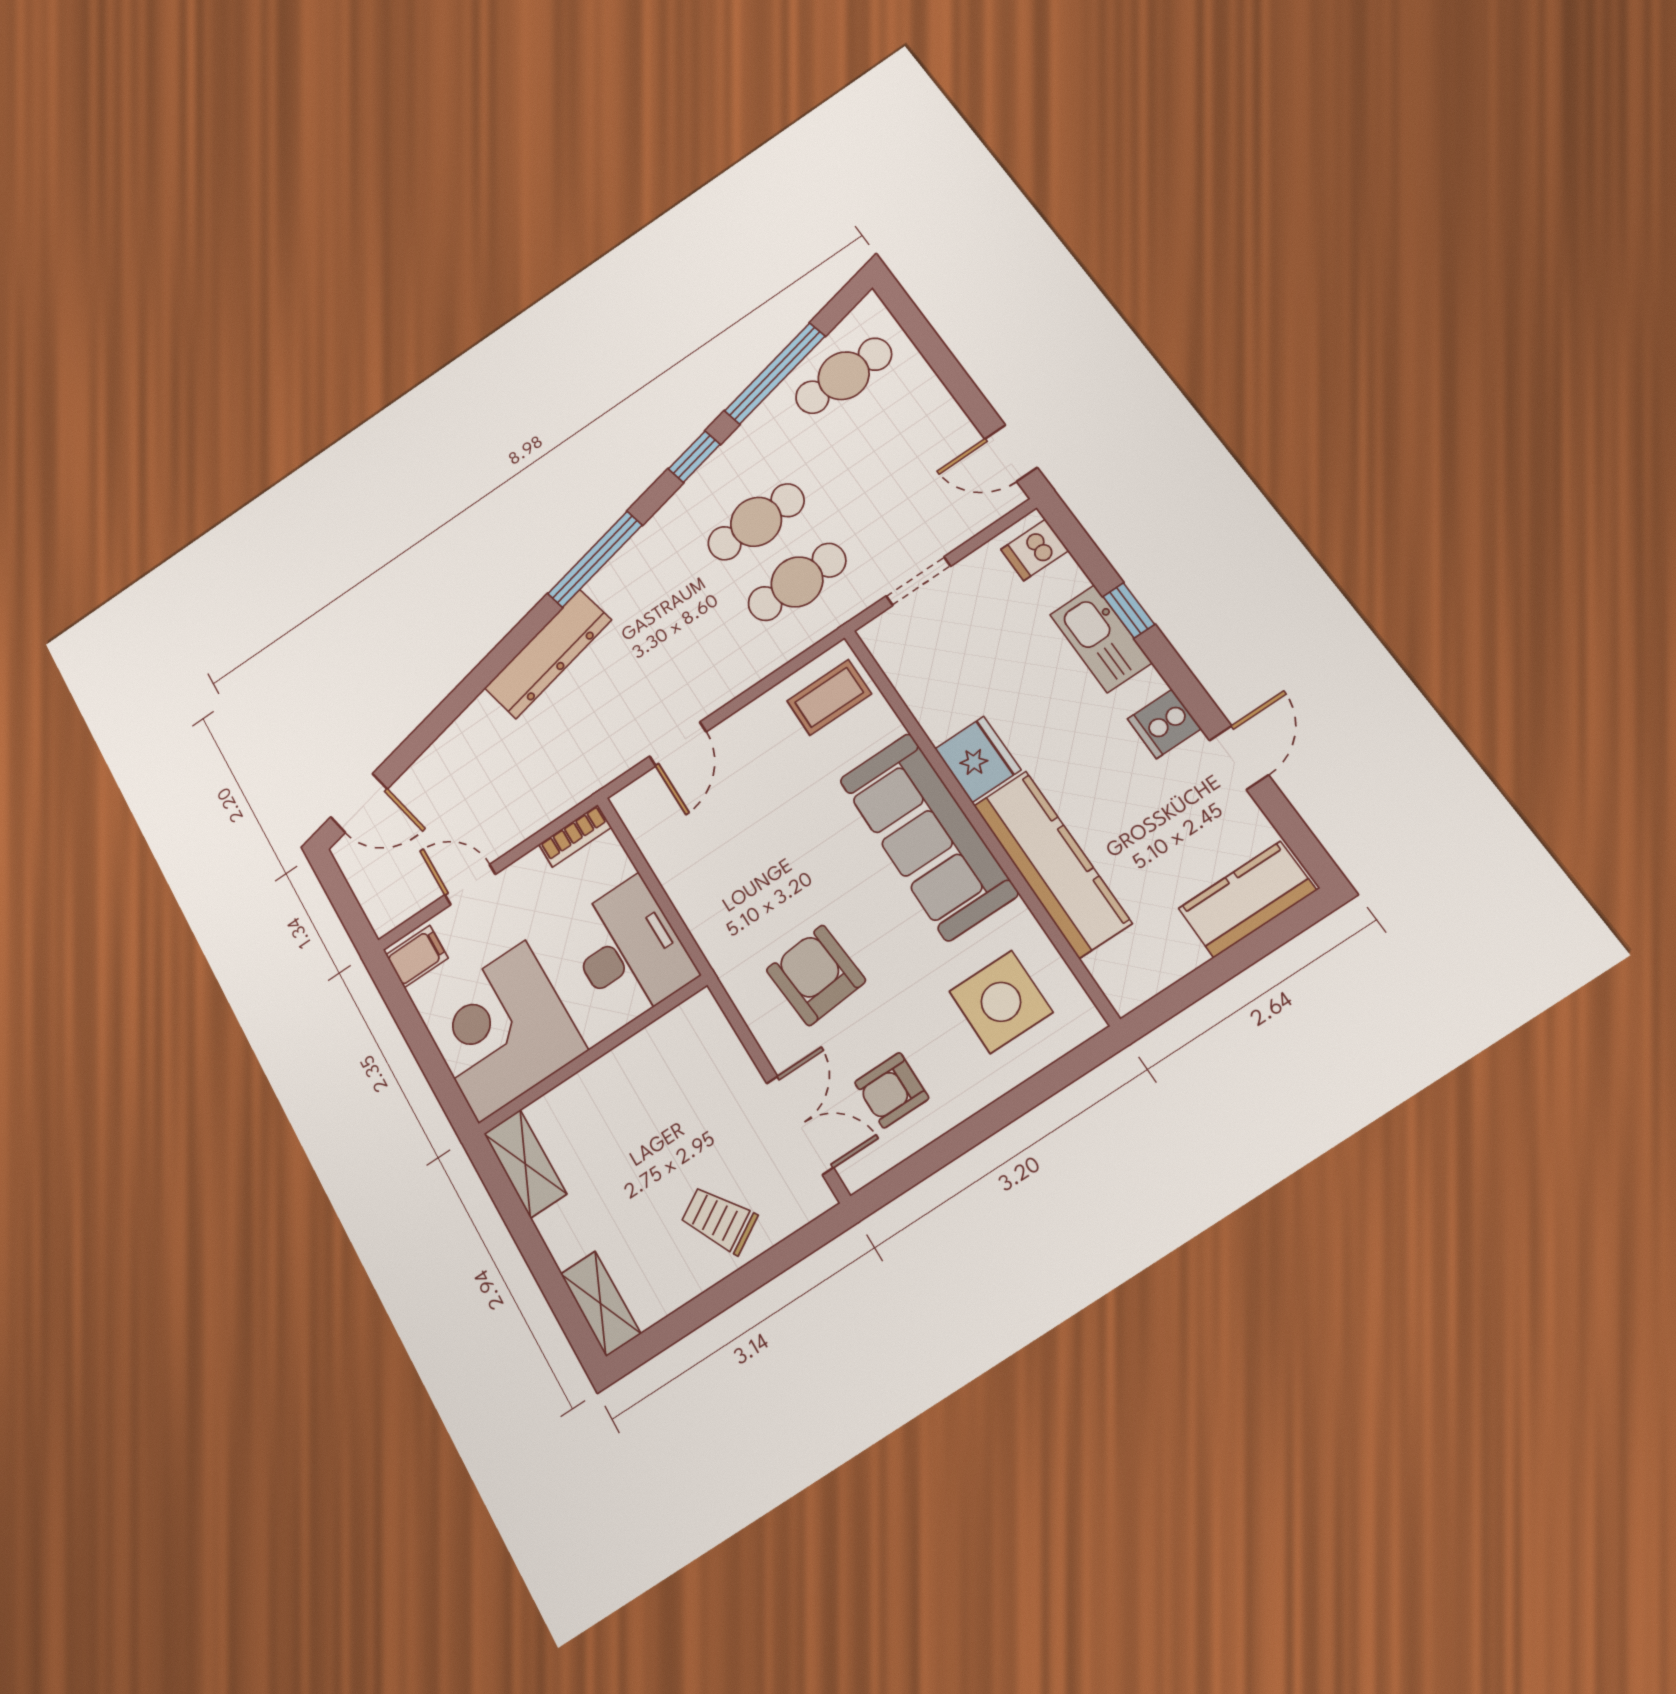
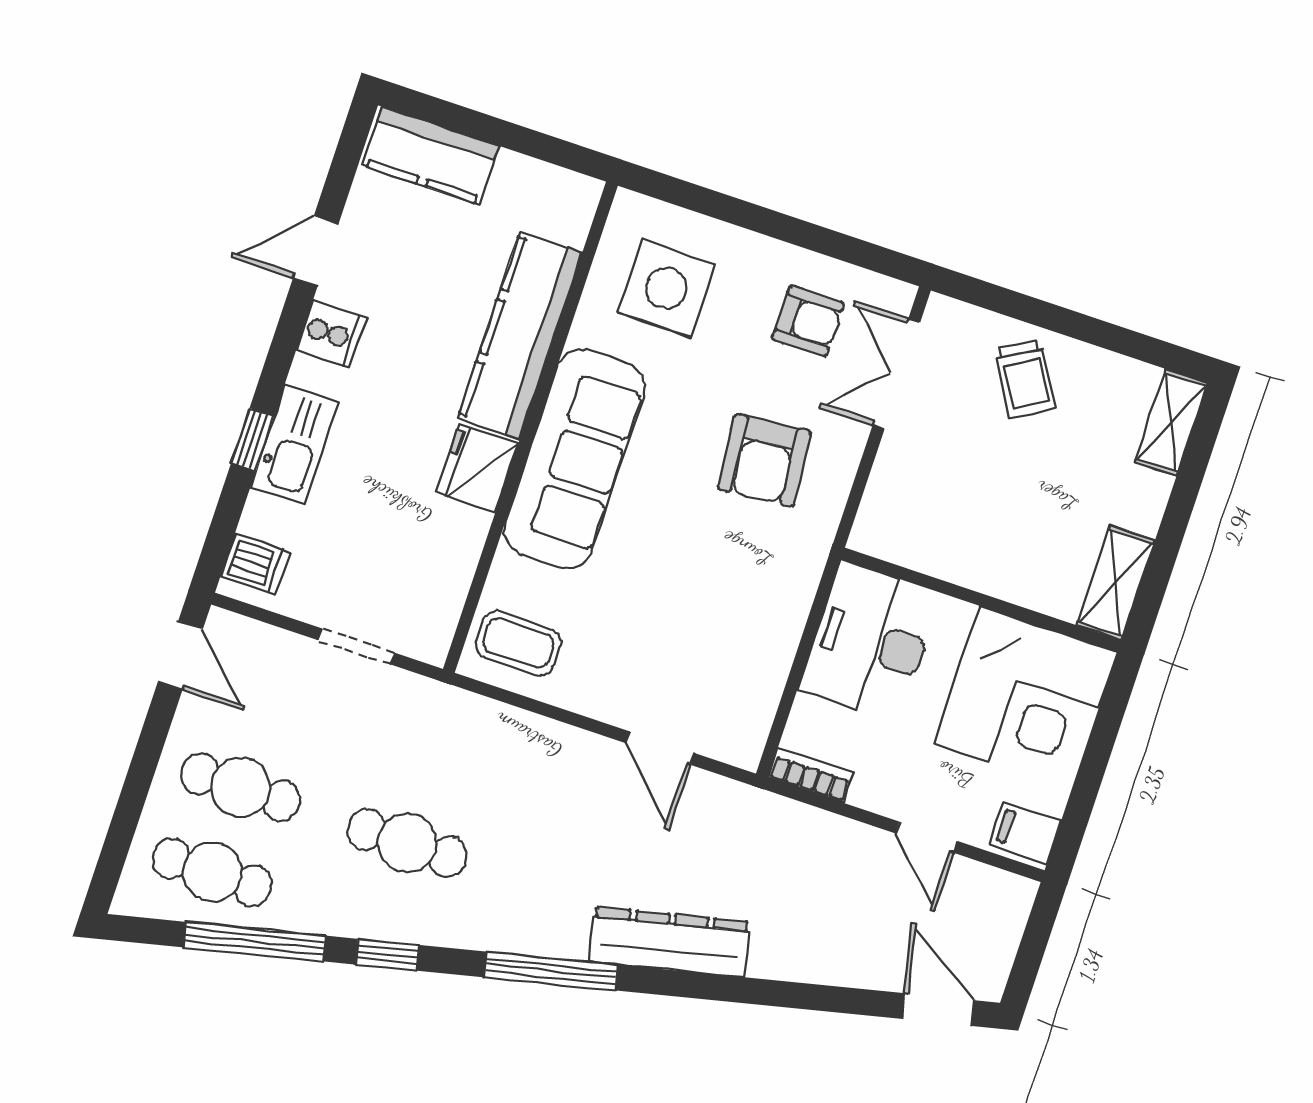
cafe table: (797, 582) -> (241, 787), moved
door: (678, 744) -> (660, 748), swing flipped

